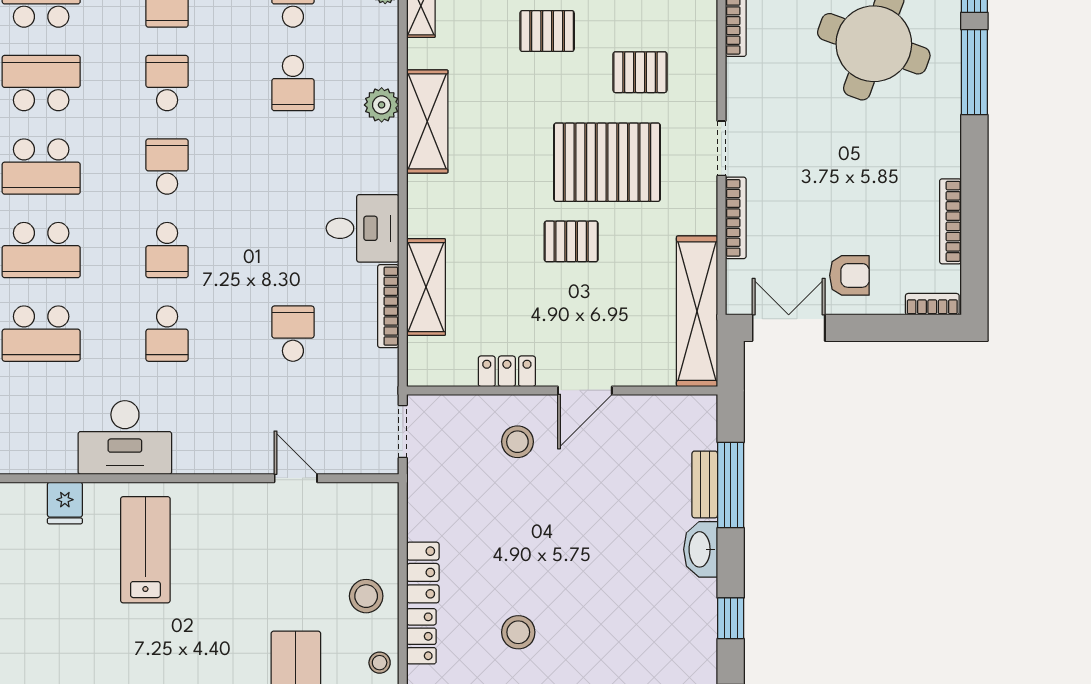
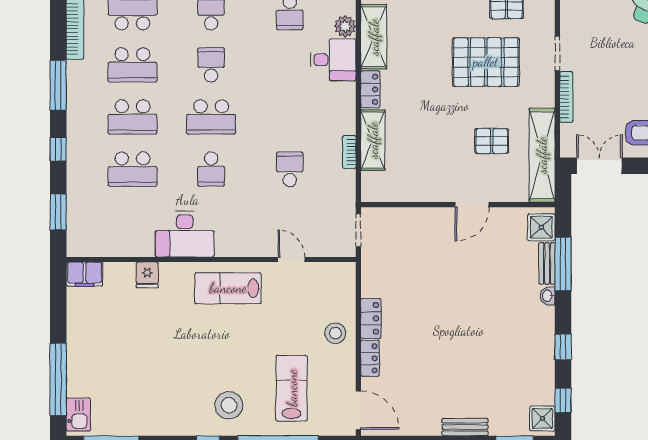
desk: (362, 228) -> (333, 60), moved
pallet: (571, 241) -> (492, 141), moved
school desk: (167, 250) -> (211, 117), width x1.85
bookcase: (388, 306) -> (349, 152), width x0.64
locker: (507, 371) -> (370, 89), moved, turned 90
shower: (696, 427) -> (541, 227), added
stool: (517, 442) -> (430, 237), removed
washbasin: (701, 549) -> (548, 296), width x0.52, depth x0.69
lab bench: (145, 550) -> (228, 288), moved, turned -90
stool: (518, 632) -> (430, 356), removed
stool: (380, 663) -> (344, 375), removed

